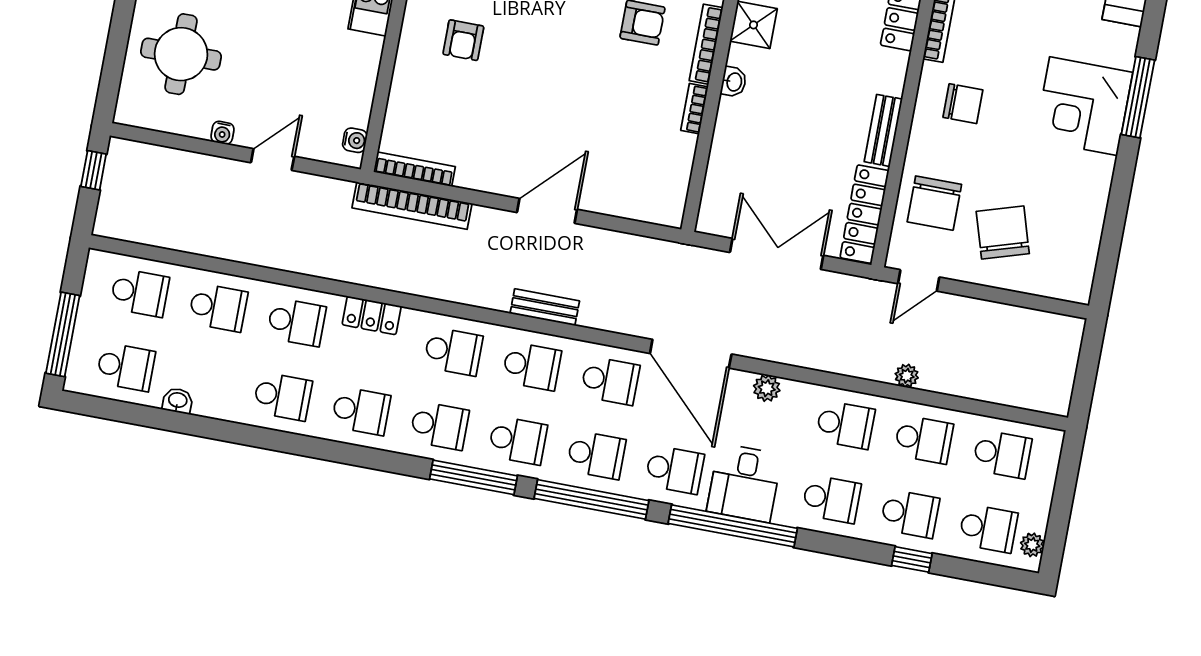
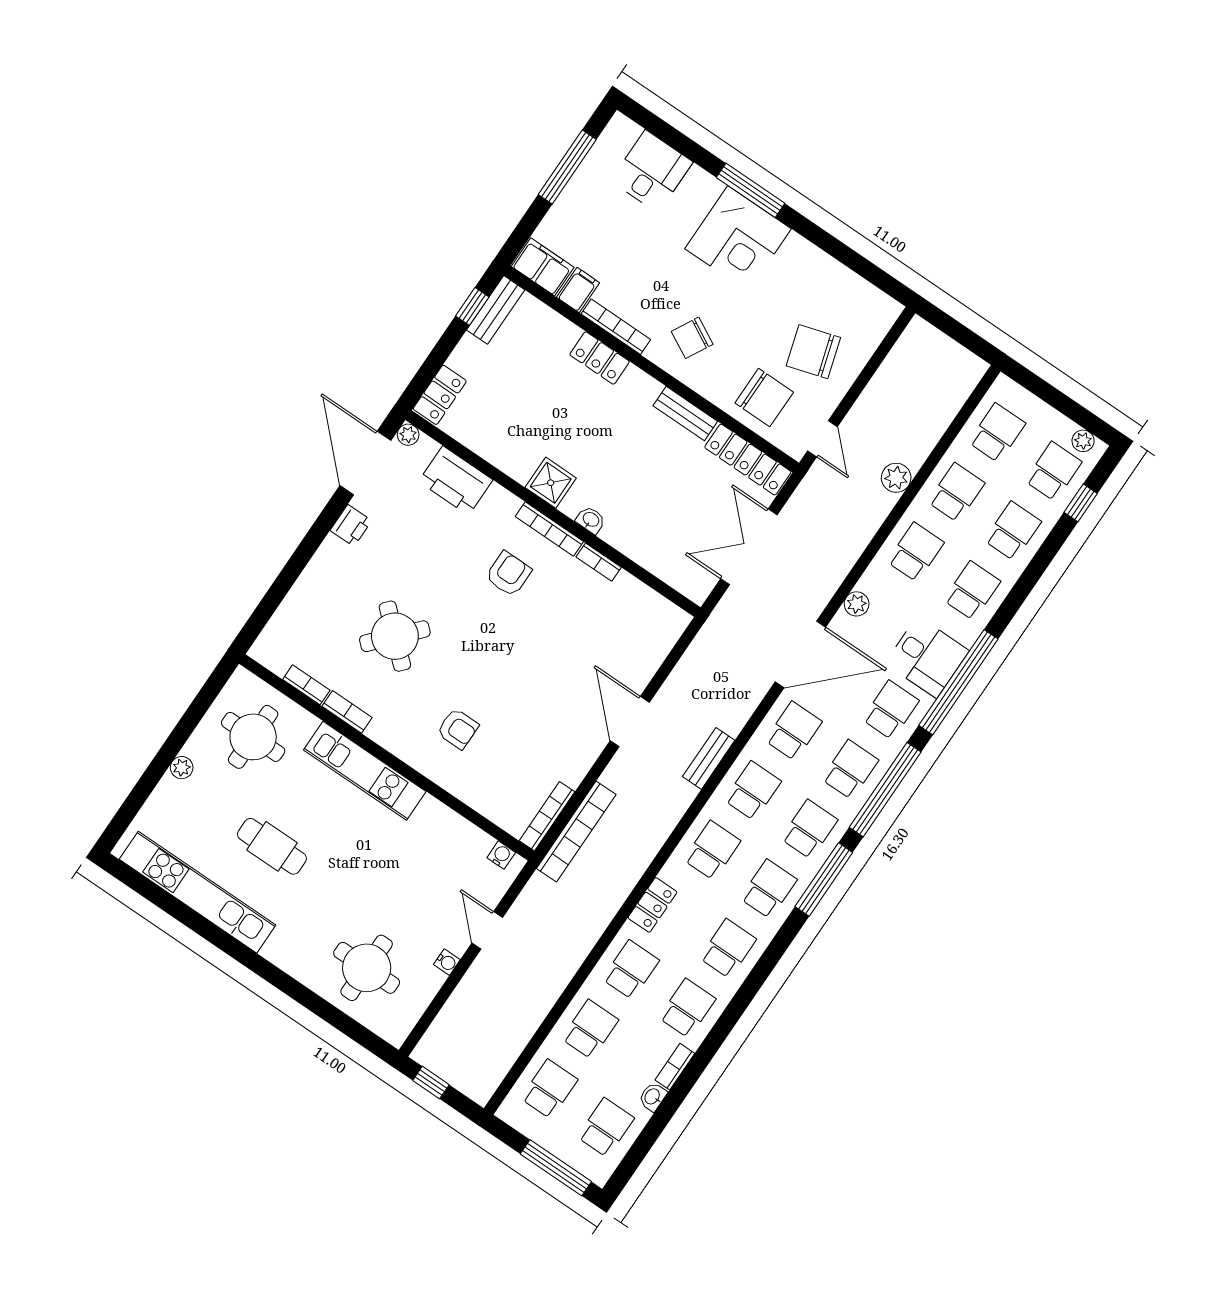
chair: (963, 104) -> (692, 338), turned -152
plant: (907, 376) -> (896, 478), width x1.38, depth x1.38
bookcase: (218, 410) -> (675, 1067), added
window: (912, 559) -> (1081, 503), moved

